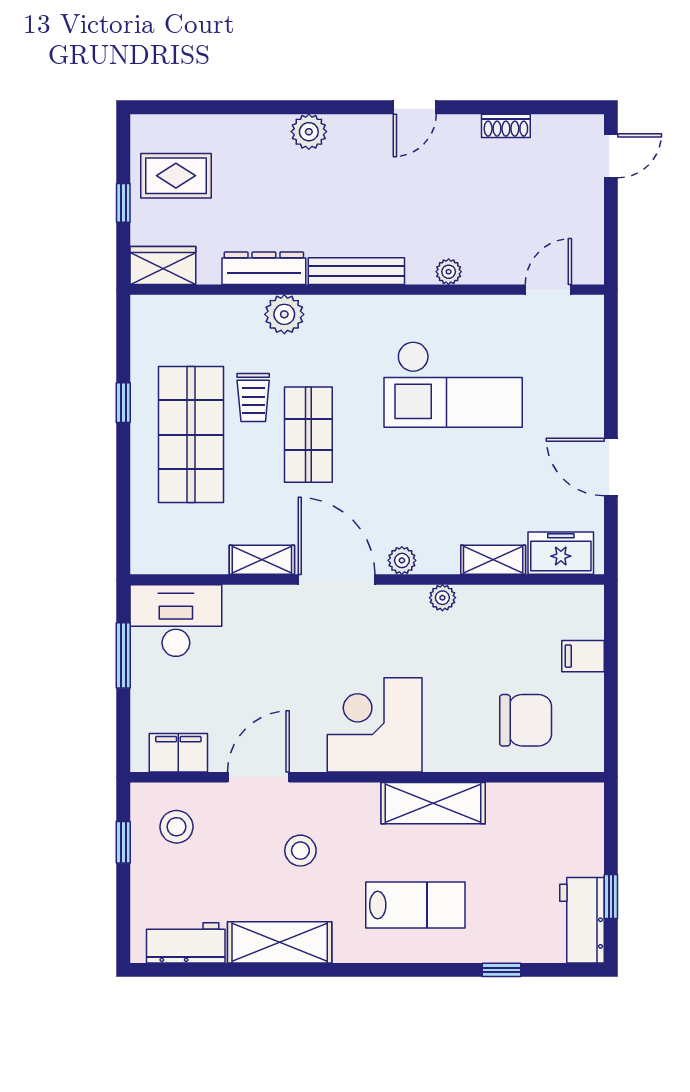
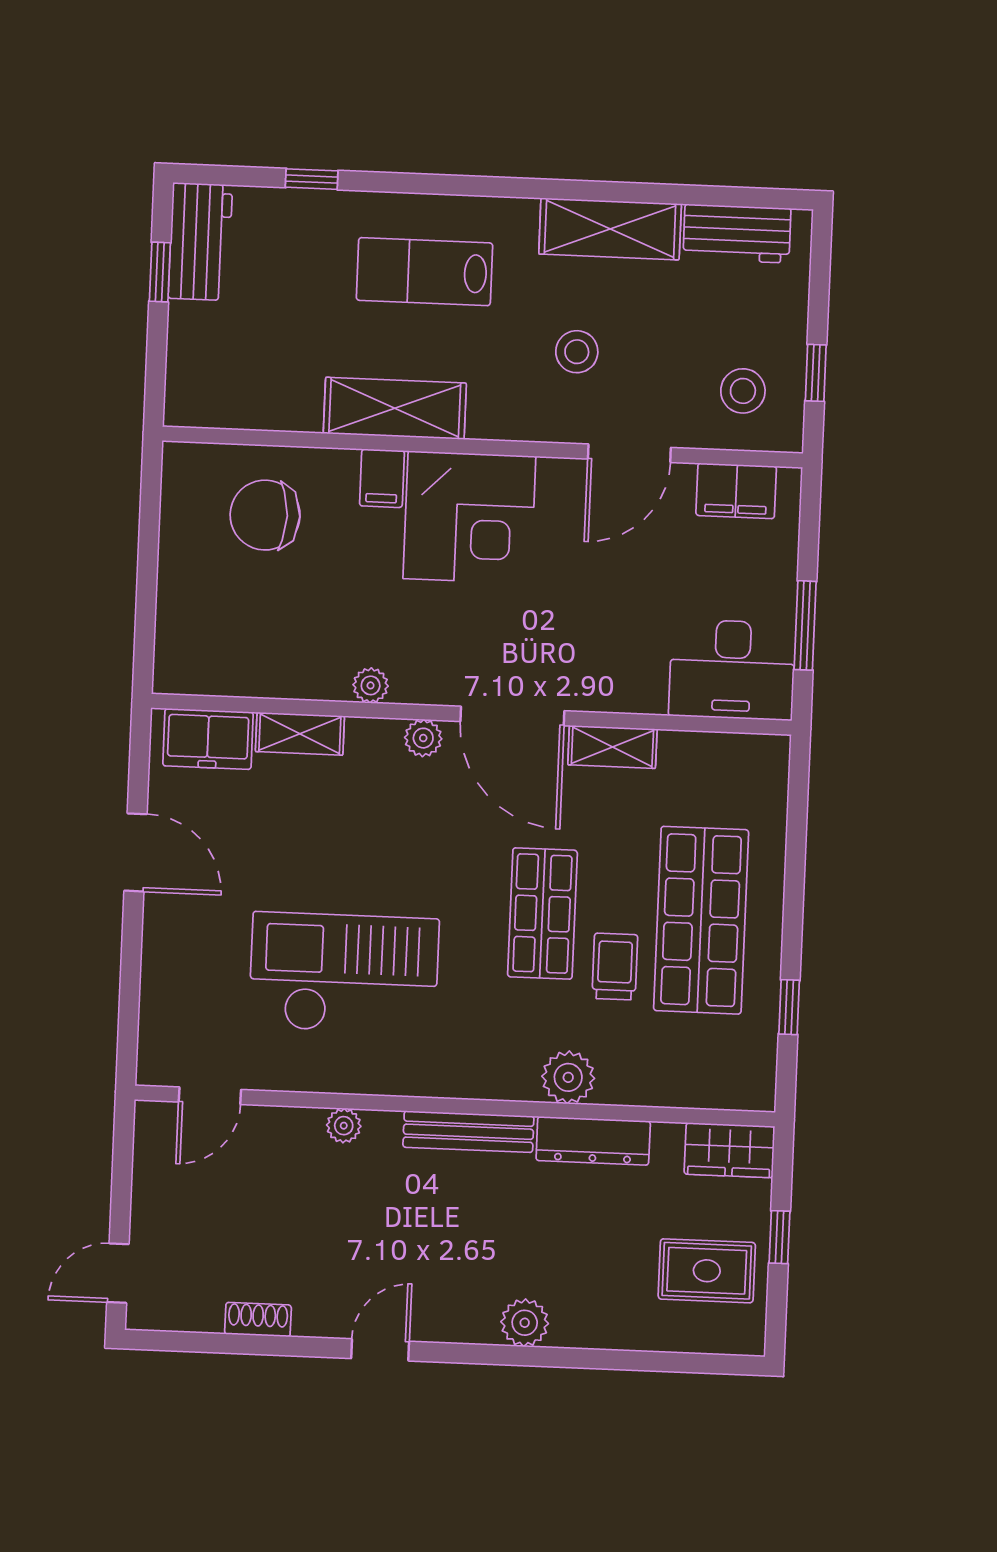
window: (123, 403) -> (789, 1007), moved
filing cabinet: (583, 656) -> (382, 478), moved, turned 90

